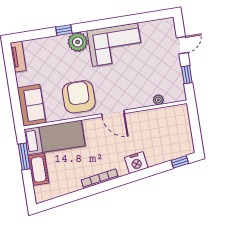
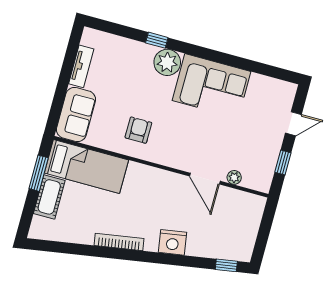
tv unit: (18, 57) -> (81, 66), moved
armchair: (79, 97) -> (138, 130), width x0.53, depth x0.53
door: (113, 114) -> (205, 179), moved

